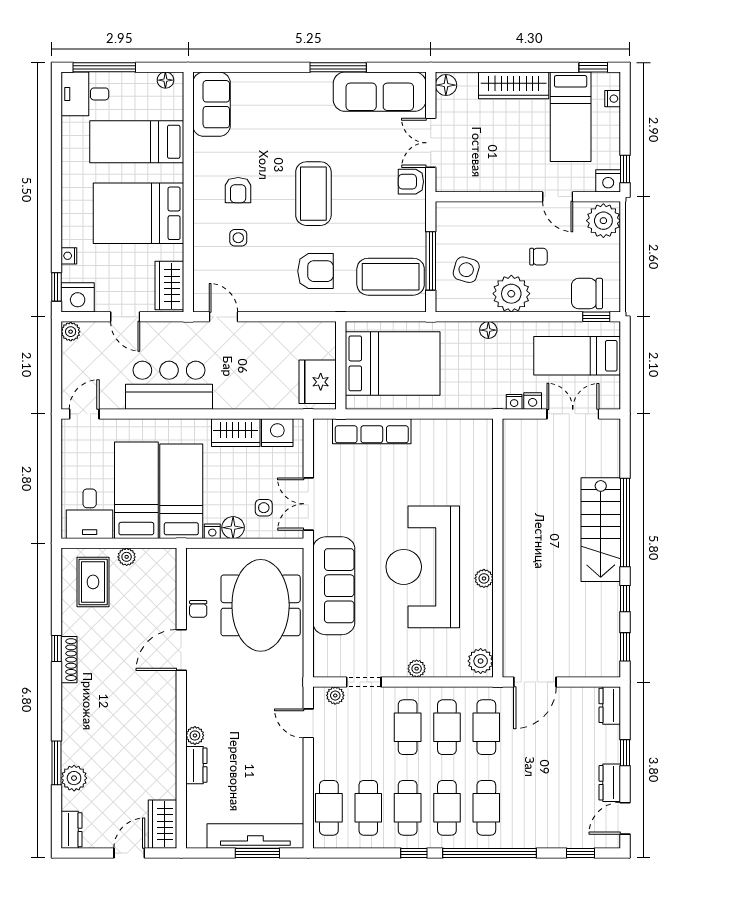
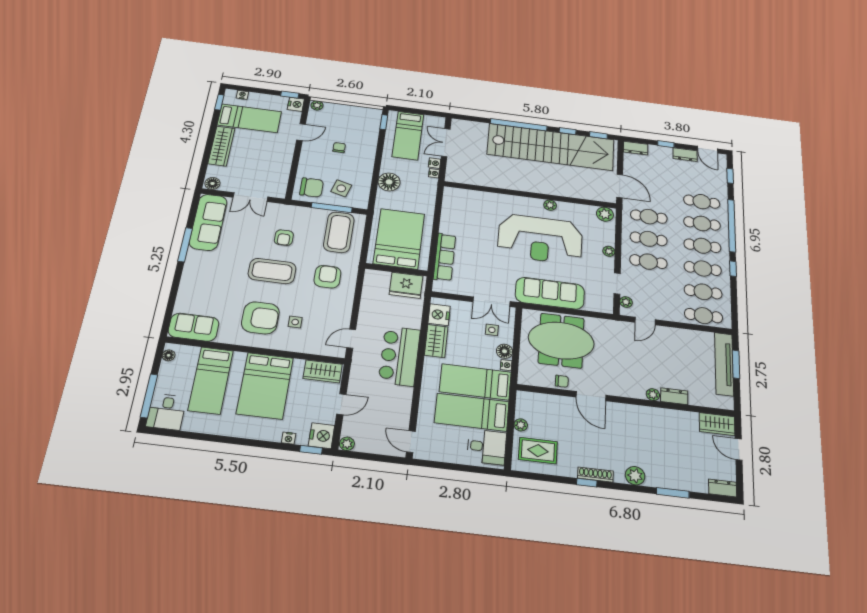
armchair: (411, 182) -> (284, 238), moved
armchair: (238, 190) -> (260, 318), width x1.88, depth x1.88
plant: (603, 221) -> (317, 105), width x0.53, depth x0.53
plant: (511, 294) -> (361, 165), removed
chair: (587, 294) -> (312, 187), moved, turned -90
floor lamp: (488, 330) -> (389, 182), width x1.89, depth x1.89
bar counter: (169, 385) -> (400, 356), moved
stairs: (601, 530) -> (551, 147), width x1.86, depth x1.51
plant: (74, 778) -> (635, 476), moved
cafe table: (526, 808) -> (702, 202), added

